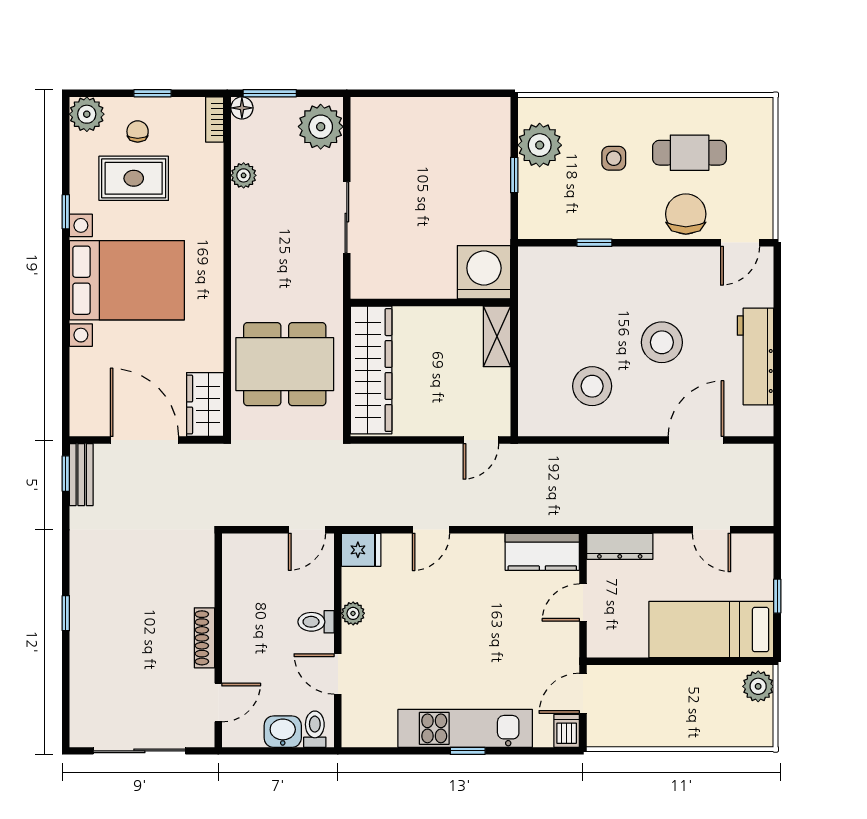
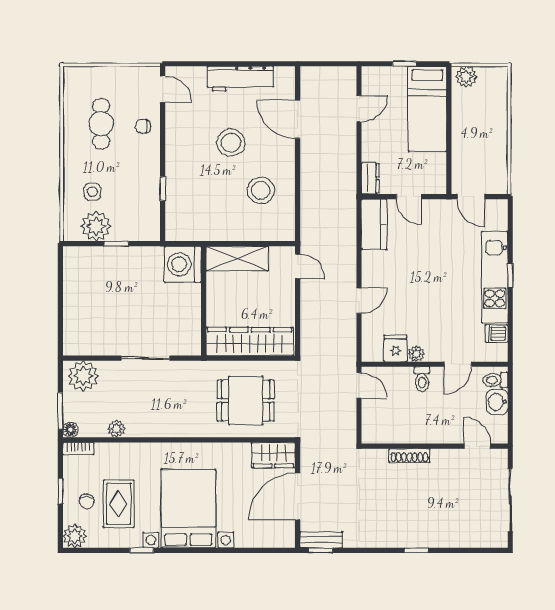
chair: (138, 131) -> (87, 501), turned -90
side table: (614, 158) -> (92, 192), moved
chair: (686, 214) -> (143, 126), width x0.54, depth x0.54
shelving: (497, 336) -> (237, 259), width x1.50, depth x1.33
dining table: (285, 364) -> (246, 401), width x0.73
door: (431, 530) -> (359, 301), hinge flipped
dresser: (620, 546) -> (370, 178), width x0.70
fridge: (361, 550) -> (395, 348), moved
shoe rack: (204, 638) -> (409, 455), moved
dishwasher: (567, 731) -> (497, 334), moved

